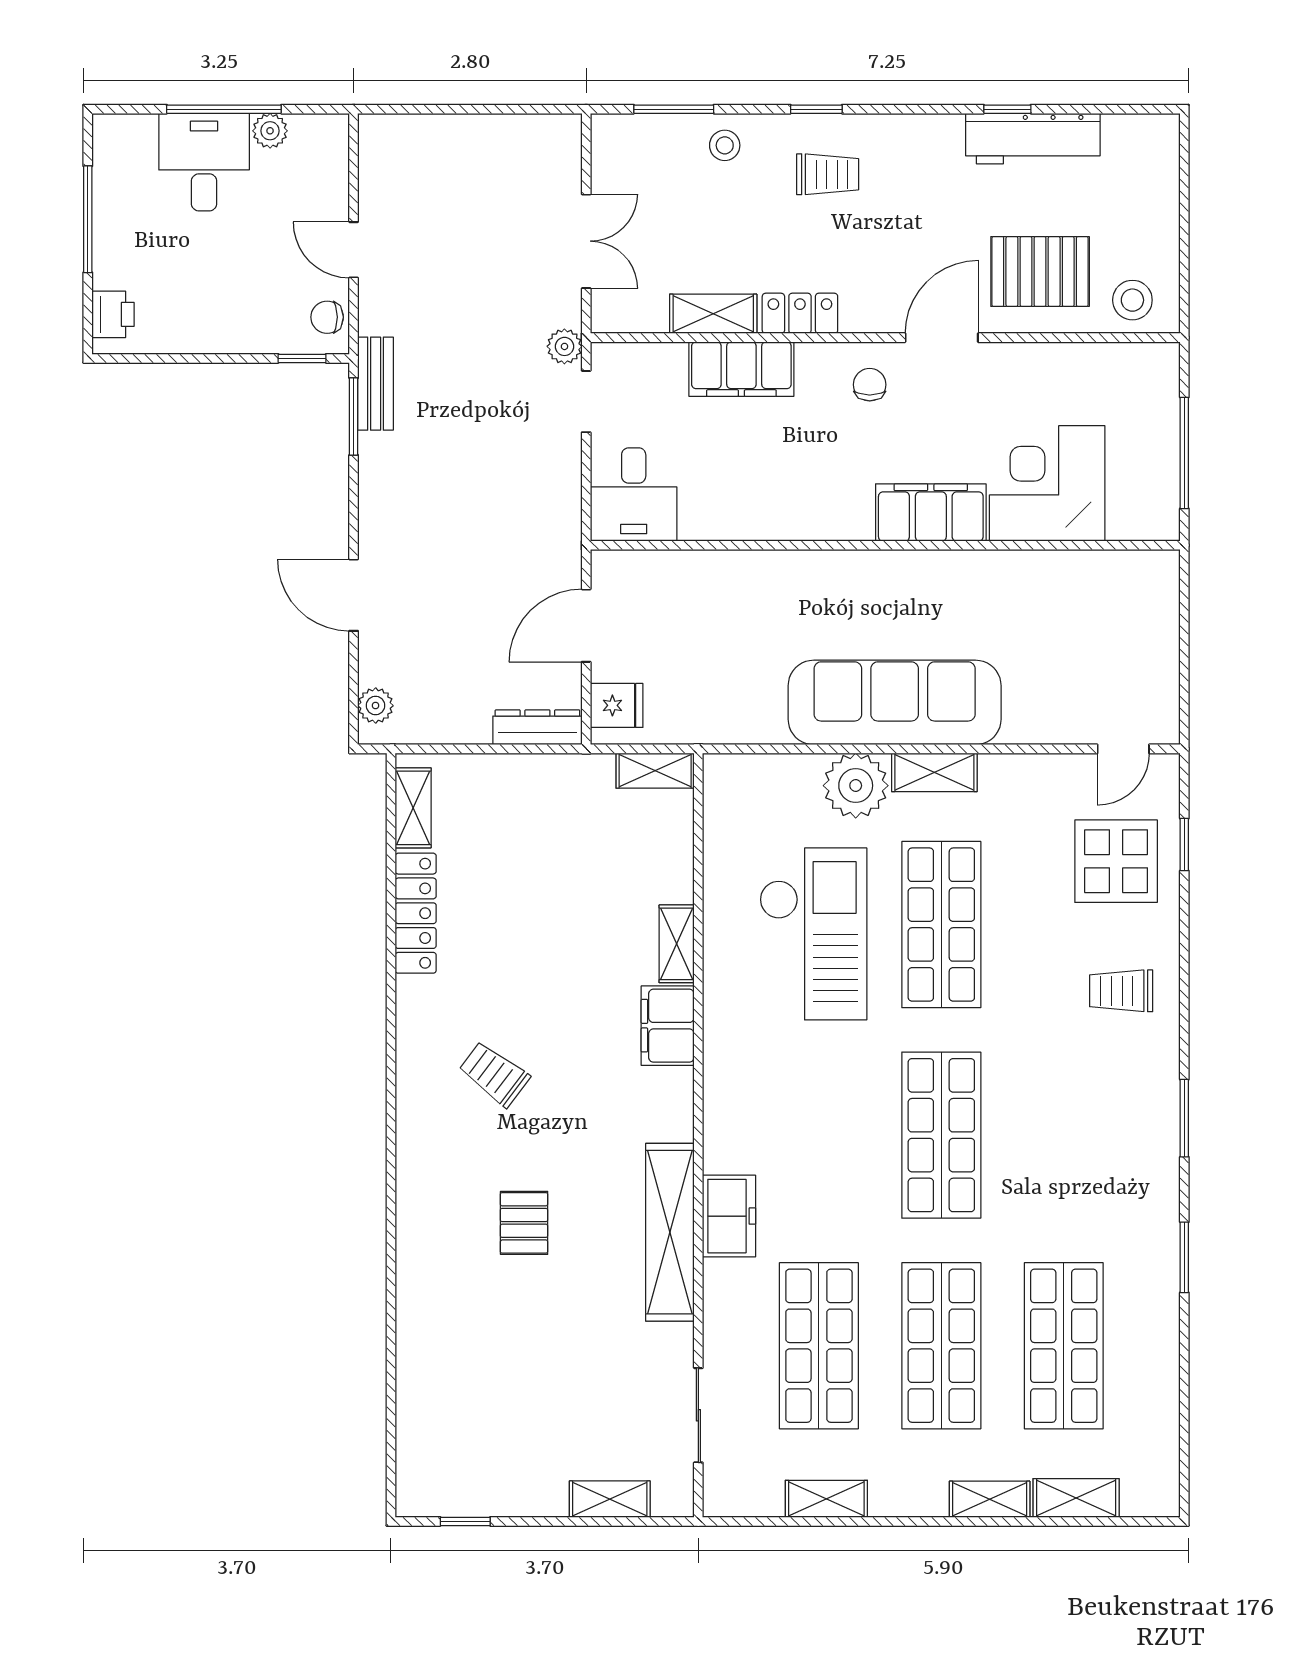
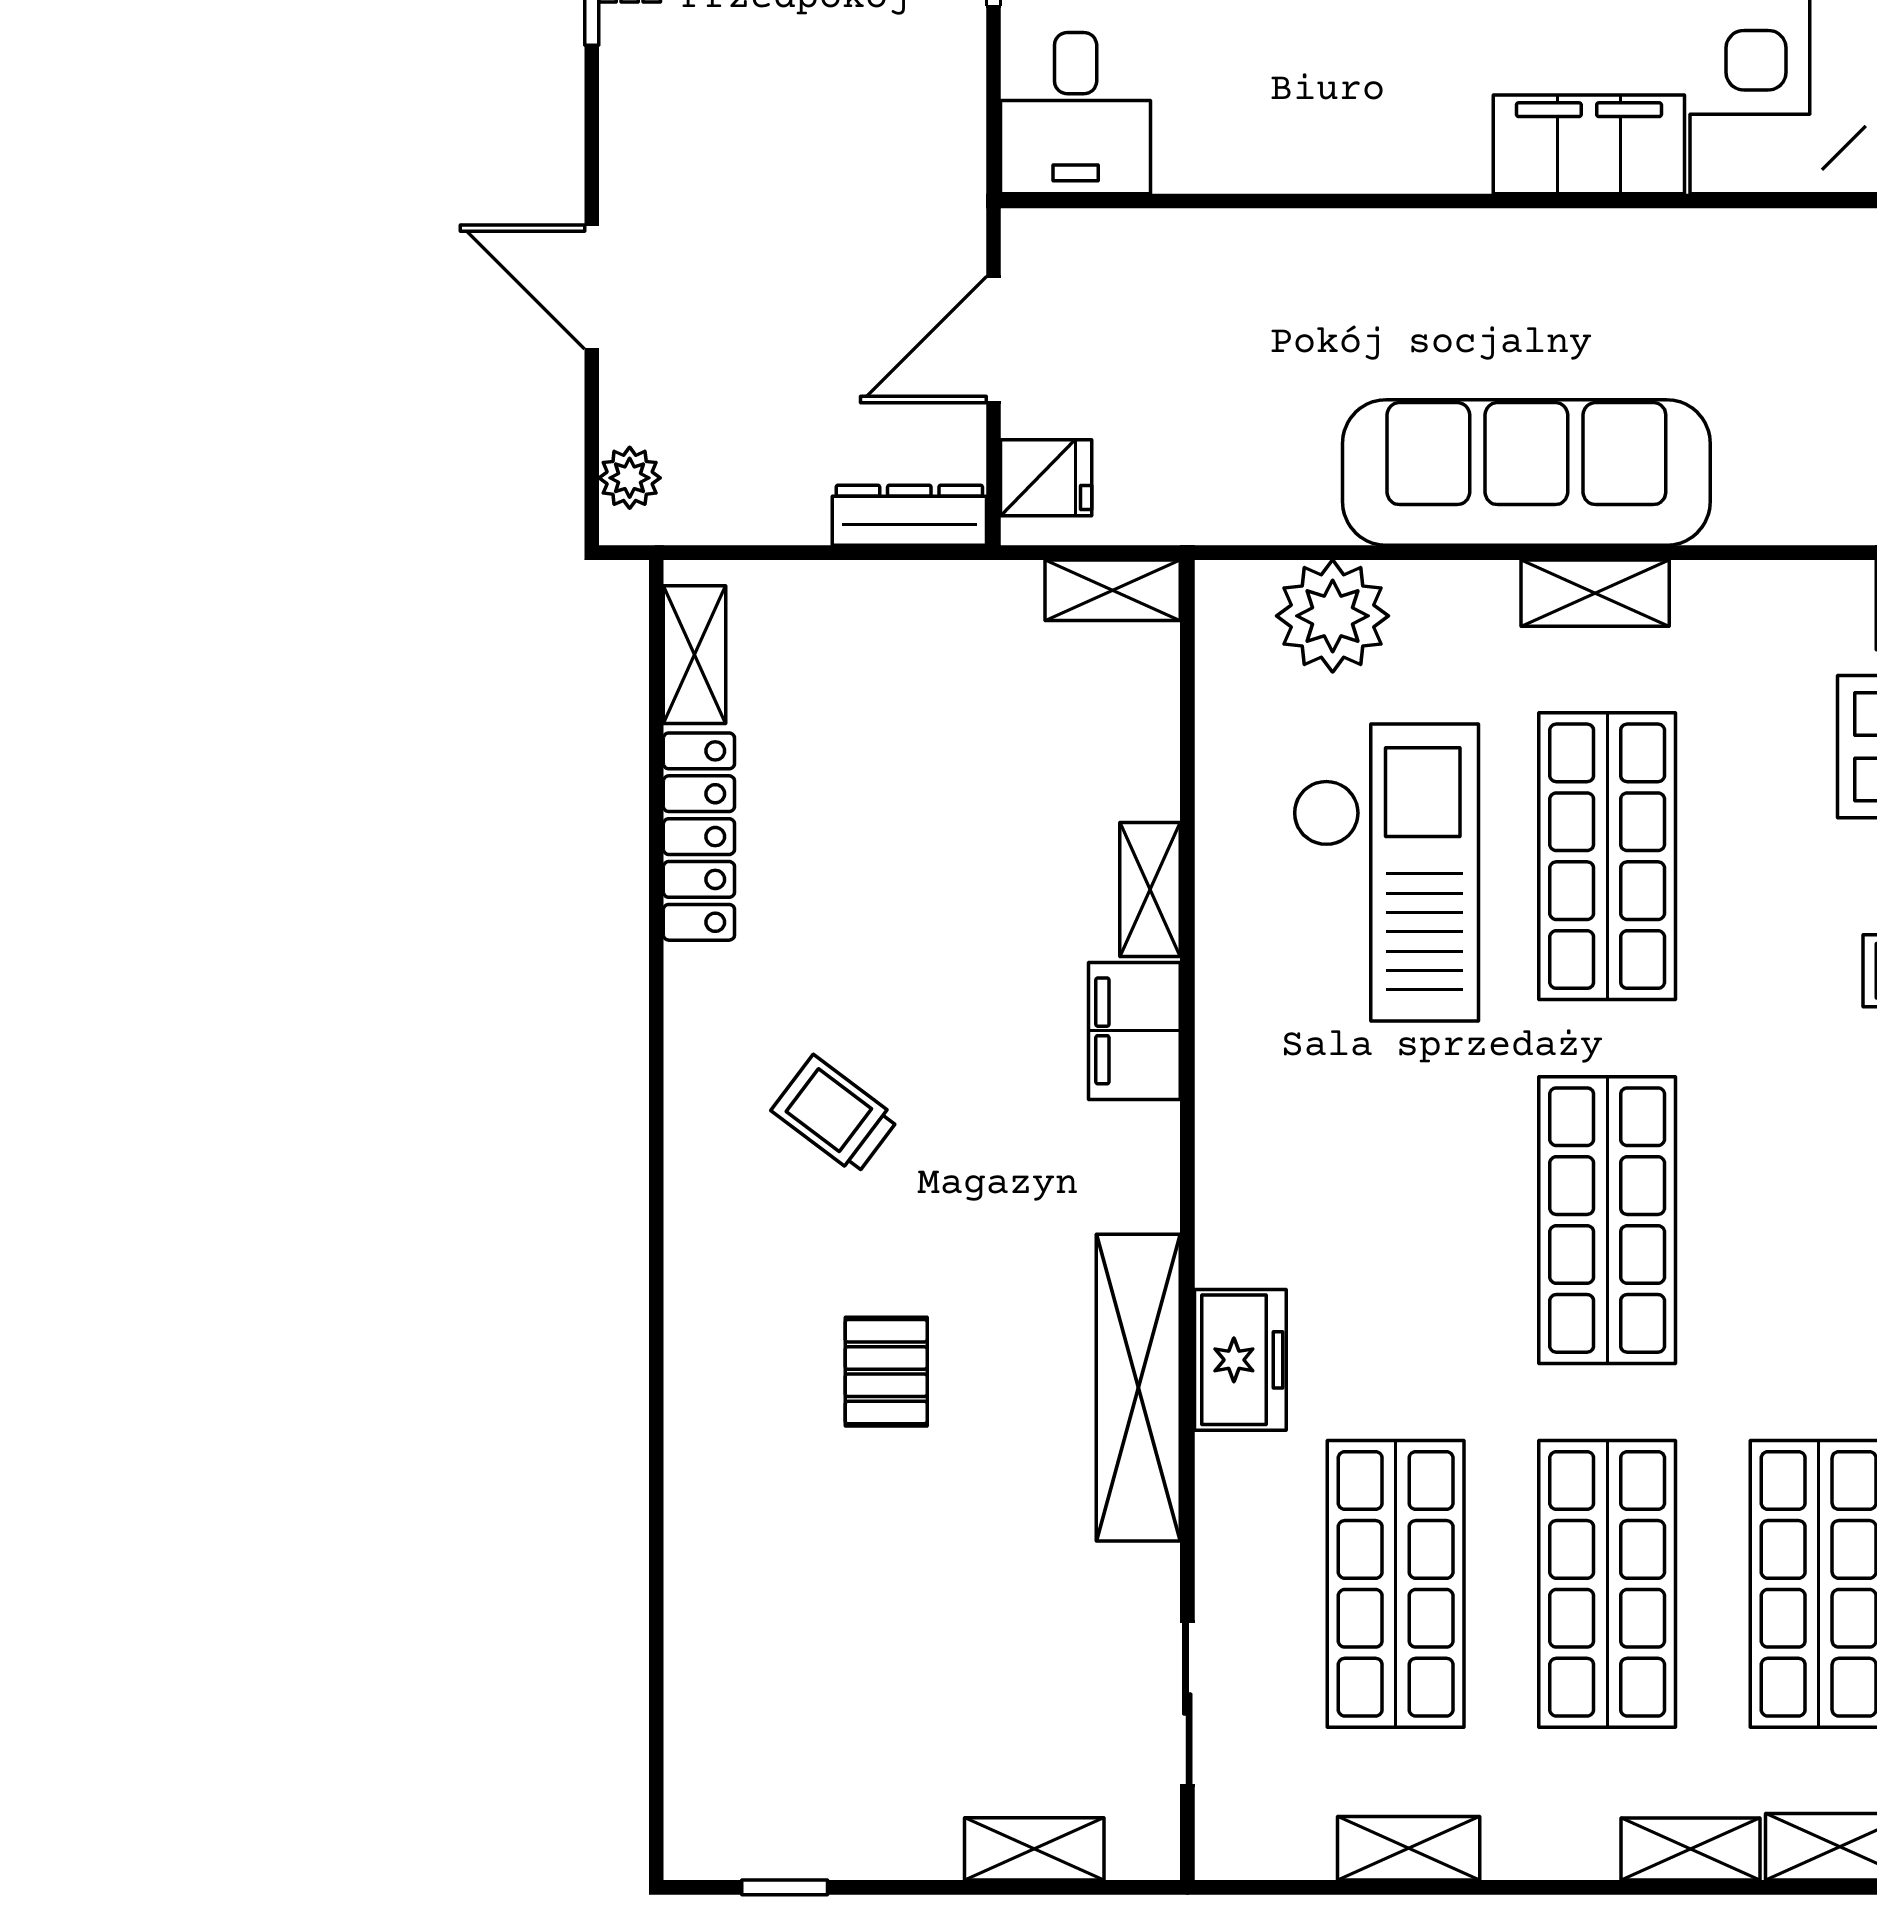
plant: (856, 786) -> (1333, 616), moved

